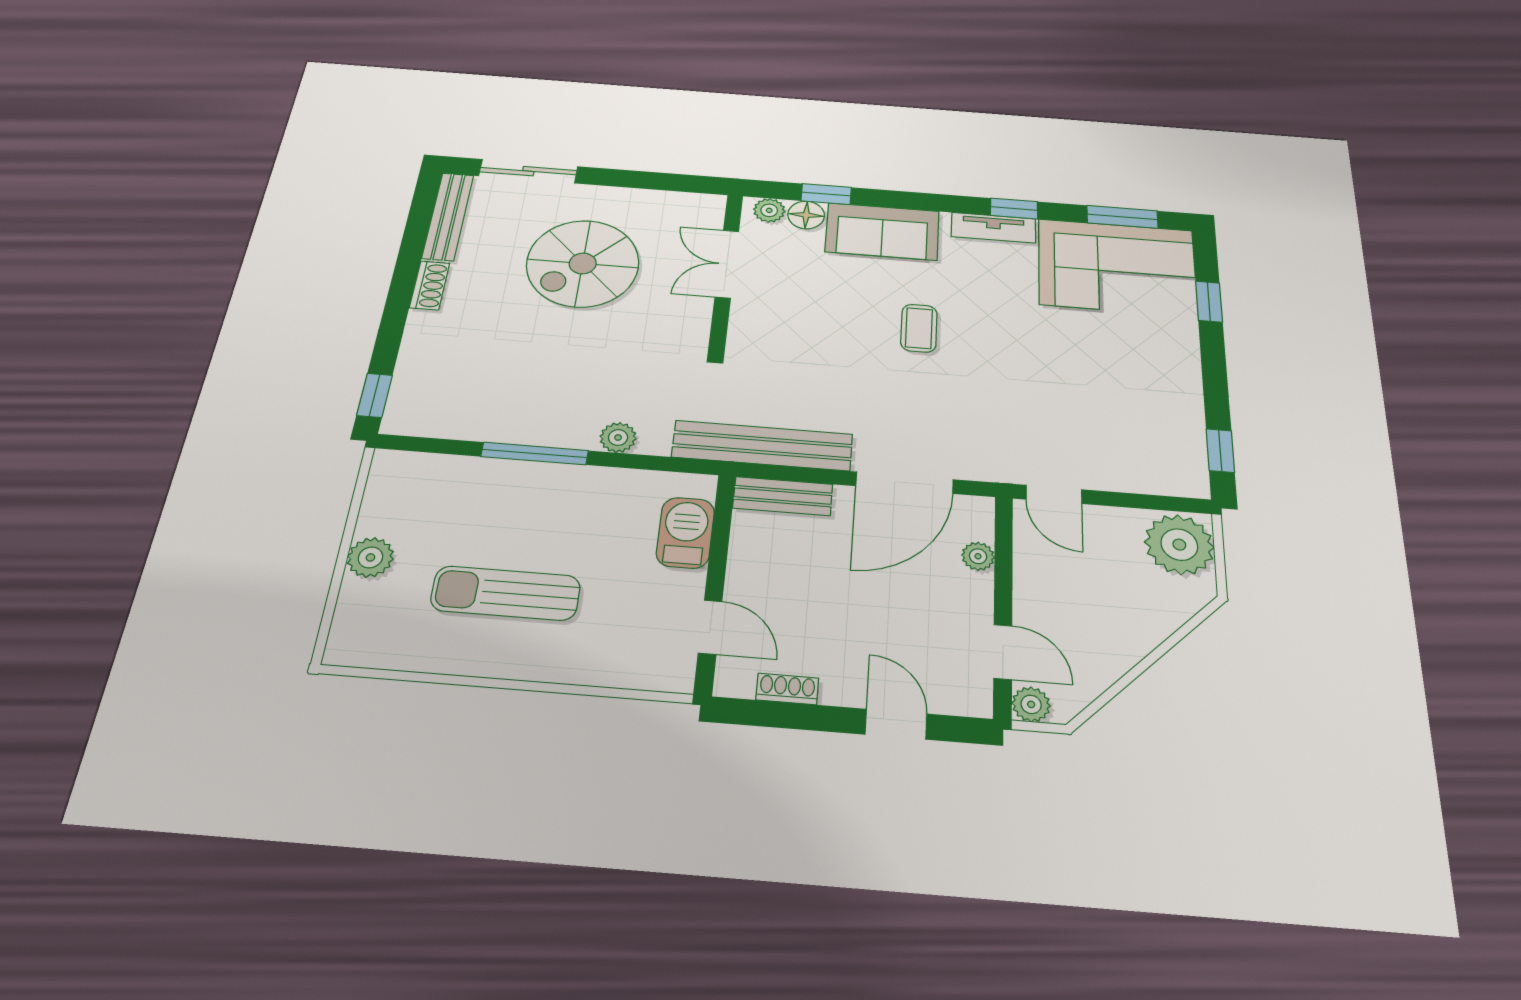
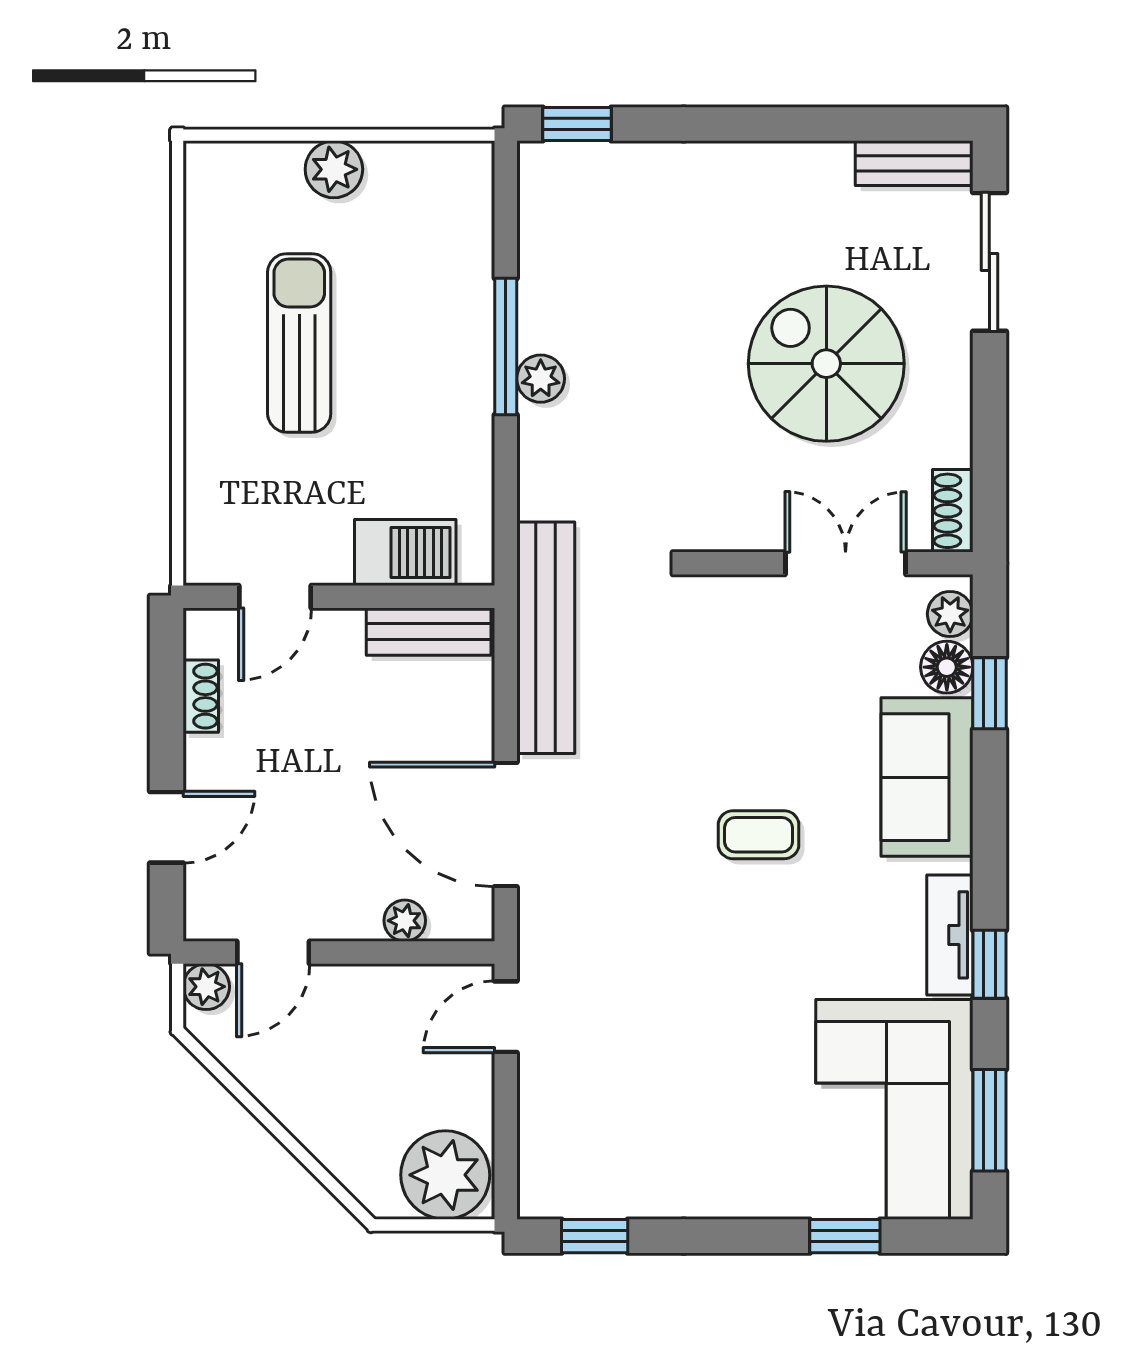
bench: (448, 216) -> (914, 163), width x0.73
shoe rack: (430, 285) -> (953, 511), moved, turned 90
plant: (618, 438) -> (541, 379), moved
bench: (783, 496) -> (429, 632), moved, turned 90

